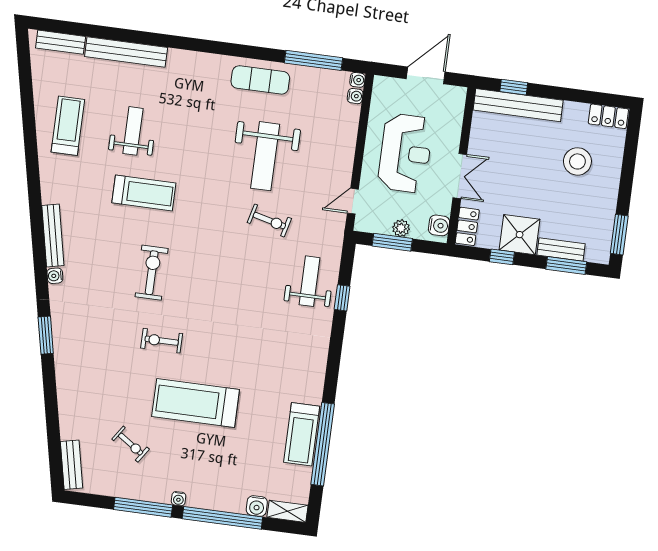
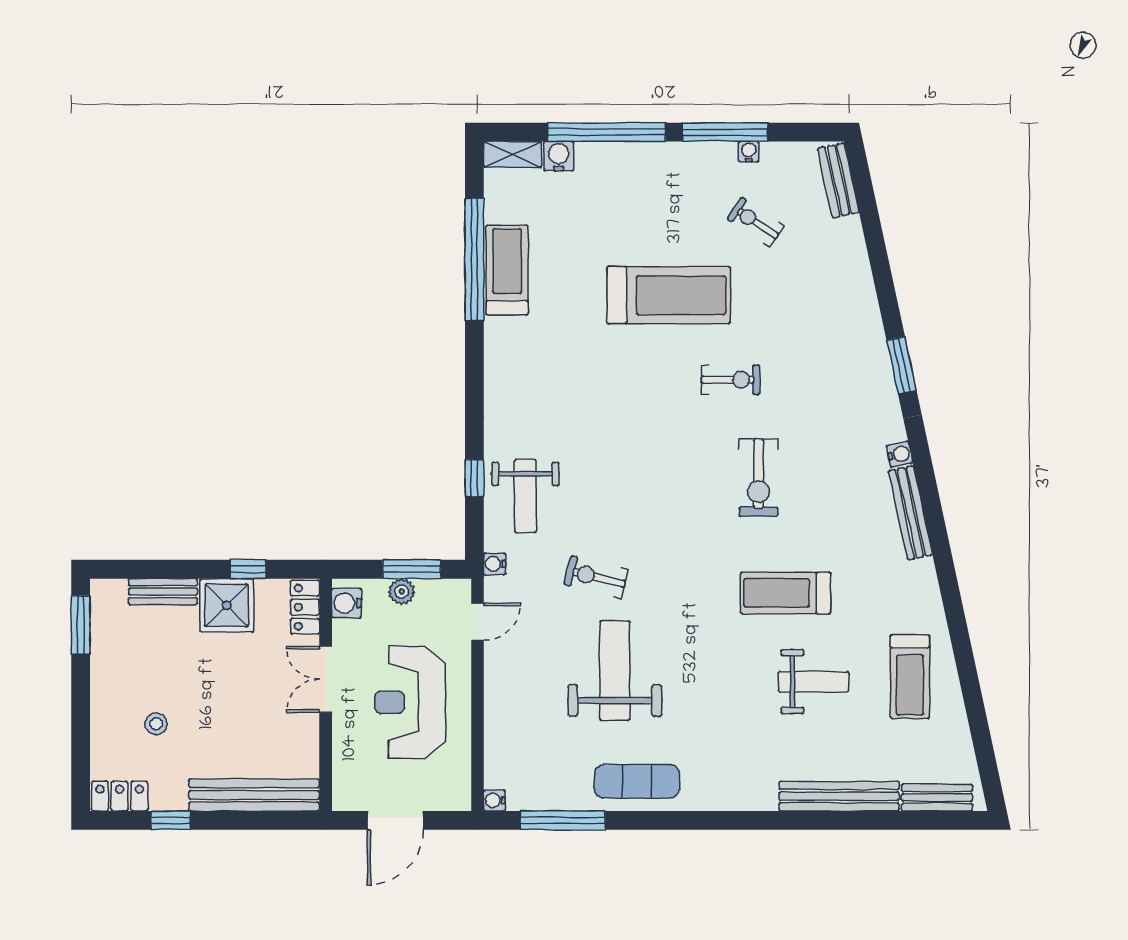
window: (514, 87) -> (171, 820), moved
water cooler: (355, 96) -> (495, 564), moved
weight bench: (133, 131) -> (814, 682), turned -90
stool: (577, 161) -> (156, 724), width x0.53, depth x0.53
window: (566, 265) -> (152, 569), removed
water cooler: (179, 499) -> (749, 152), moved

